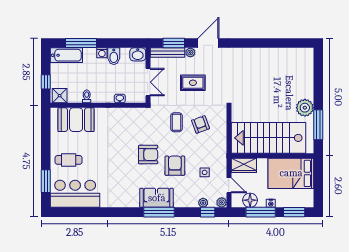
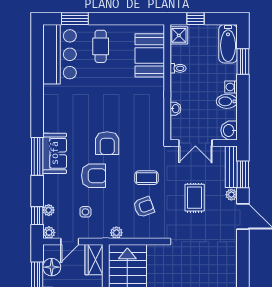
window: (81, 43) -> (243, 62), width x0.69
plant: (222, 147) -> (116, 233), added

